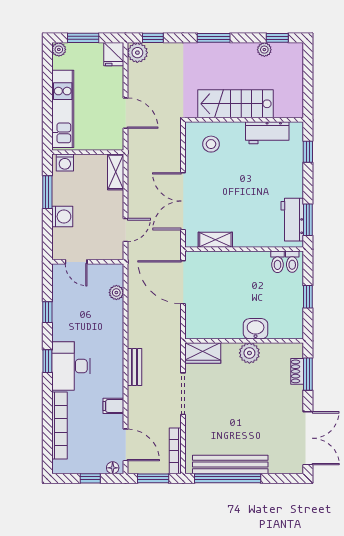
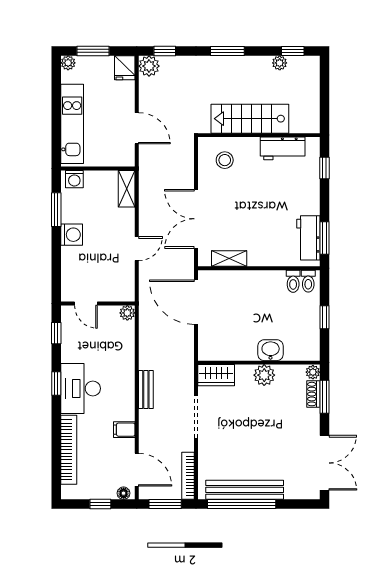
door: (76, 262) -> (86, 303), moved
wall: (88, 262) -> (98, 303), moved
plant: (297, 350) -> (313, 372), added

